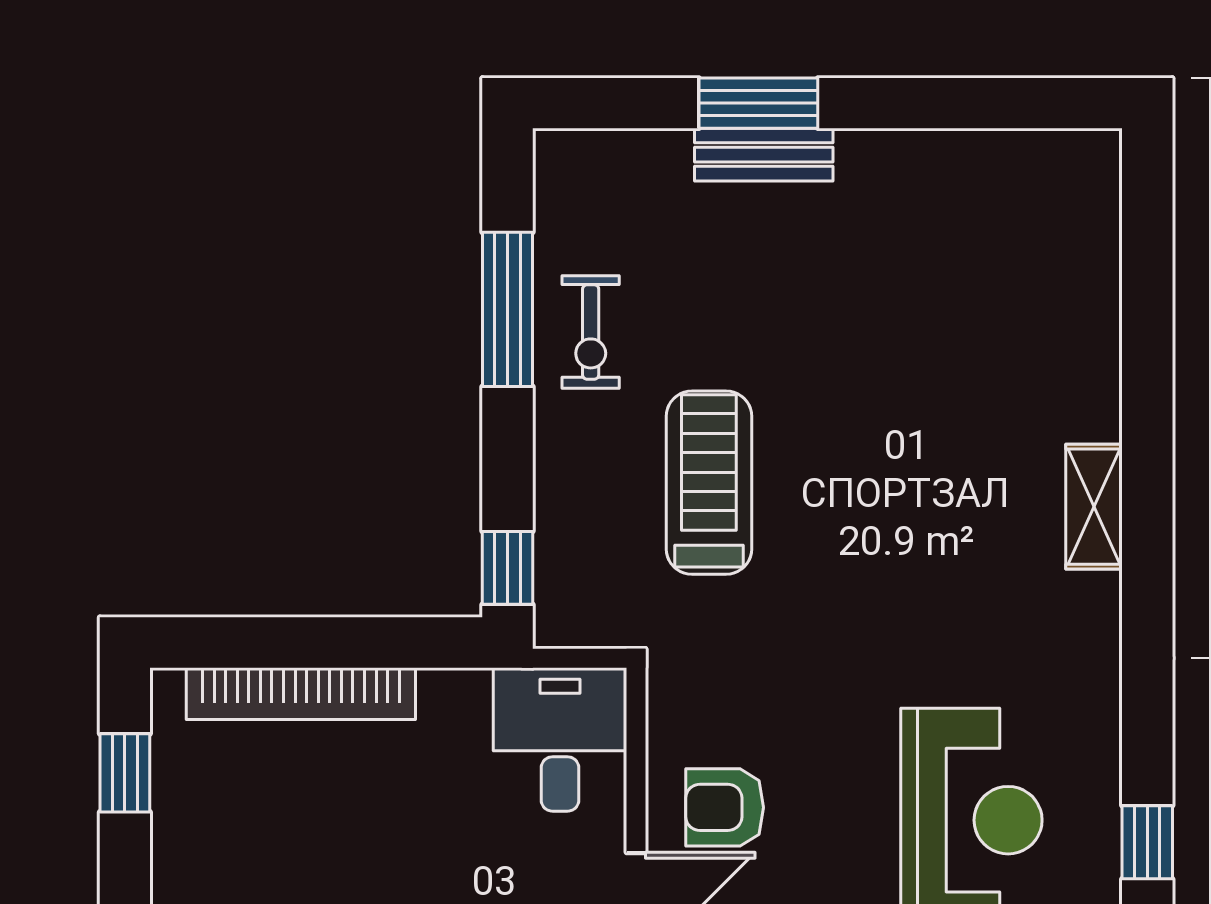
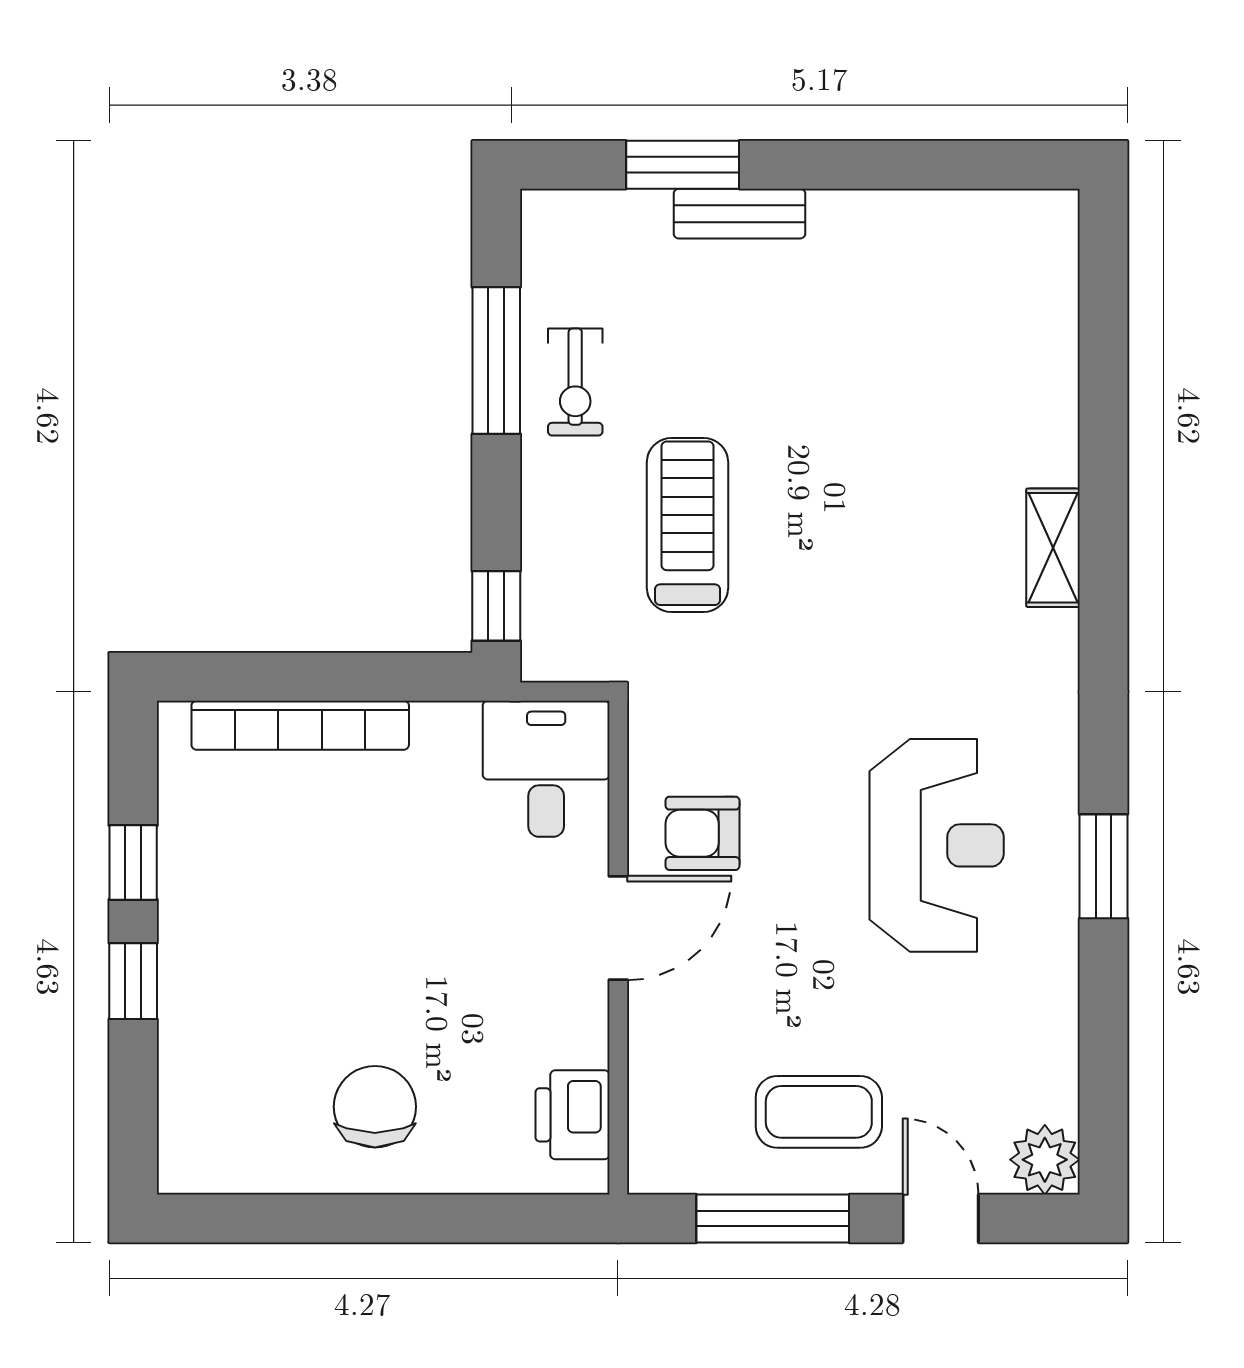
window: (758, 103) -> (683, 165), moved
window: (125, 773) -> (133, 863), moved
window: (1147, 842) -> (1104, 866), width x1.50

